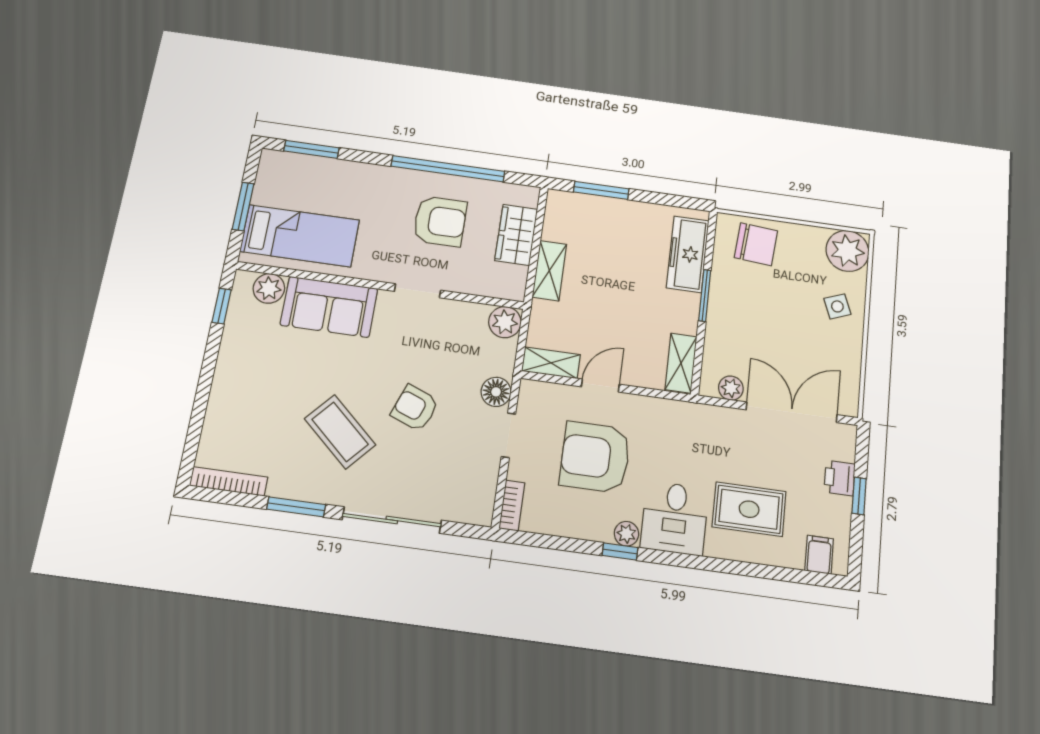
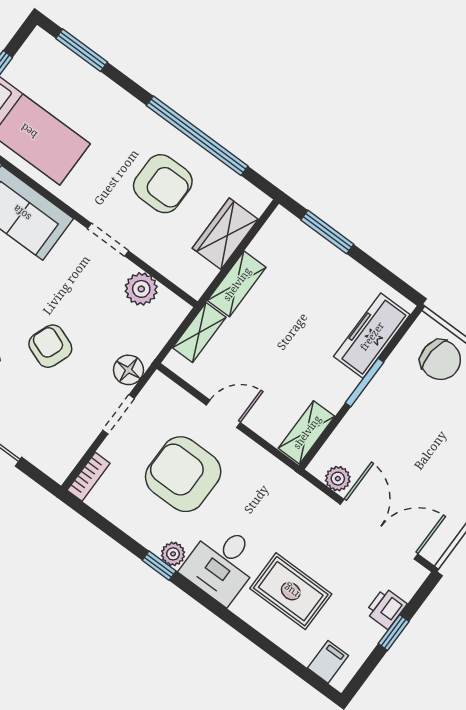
plant: (505, 322) -> (141, 289), moved
shelving: (551, 363) -> (199, 333), moved, turned 90

